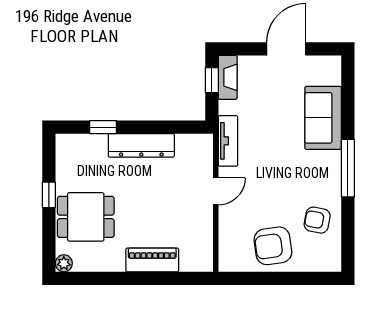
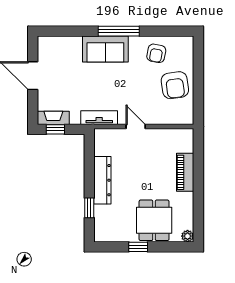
sofa: (323, 118) -> (105, 49), moved

